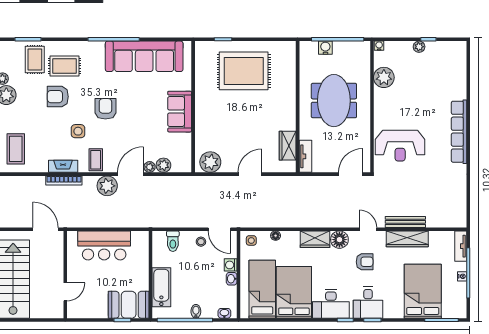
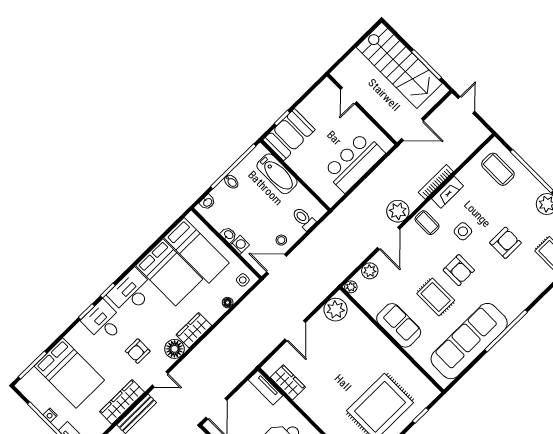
rug: (64, 66) -> (436, 297), moved, turned 90
plant: (150, 167) -> (351, 287), moved

